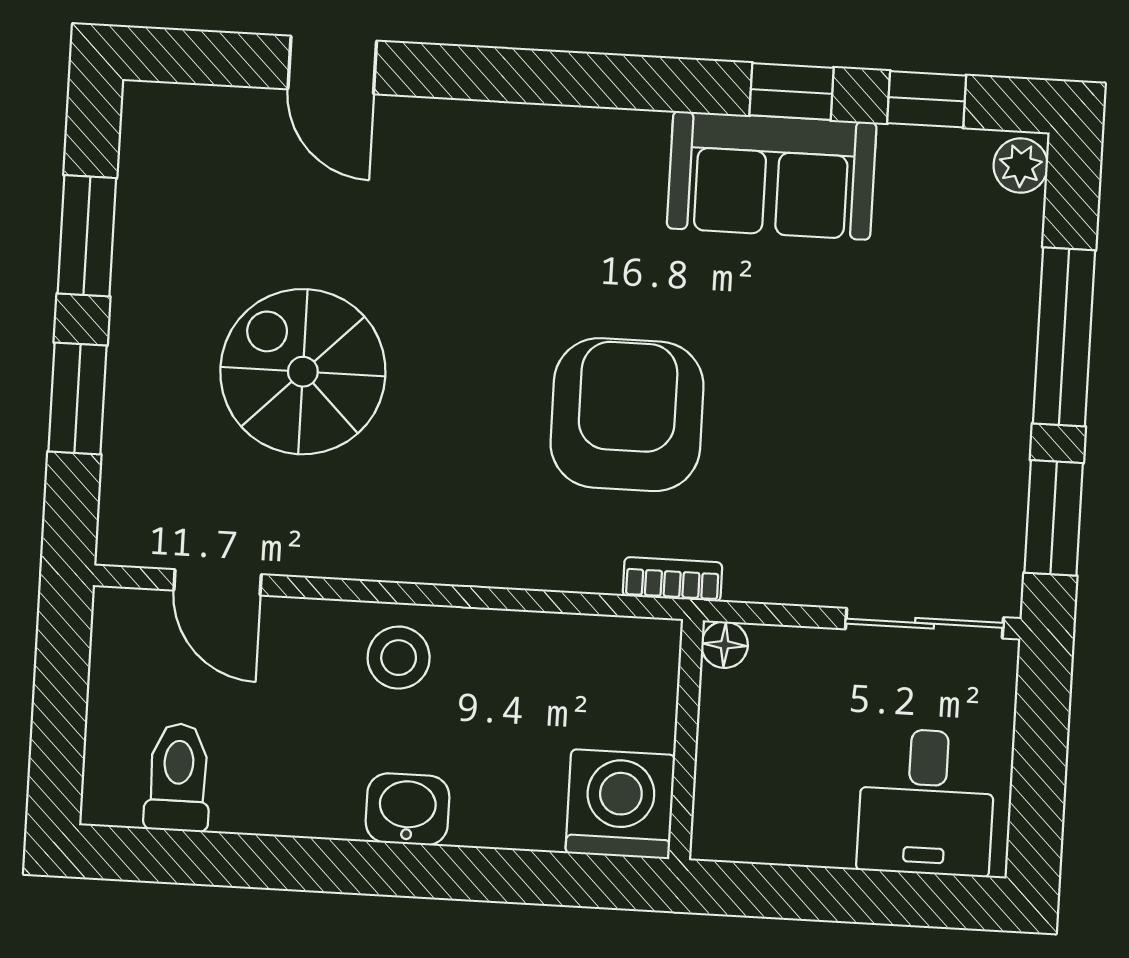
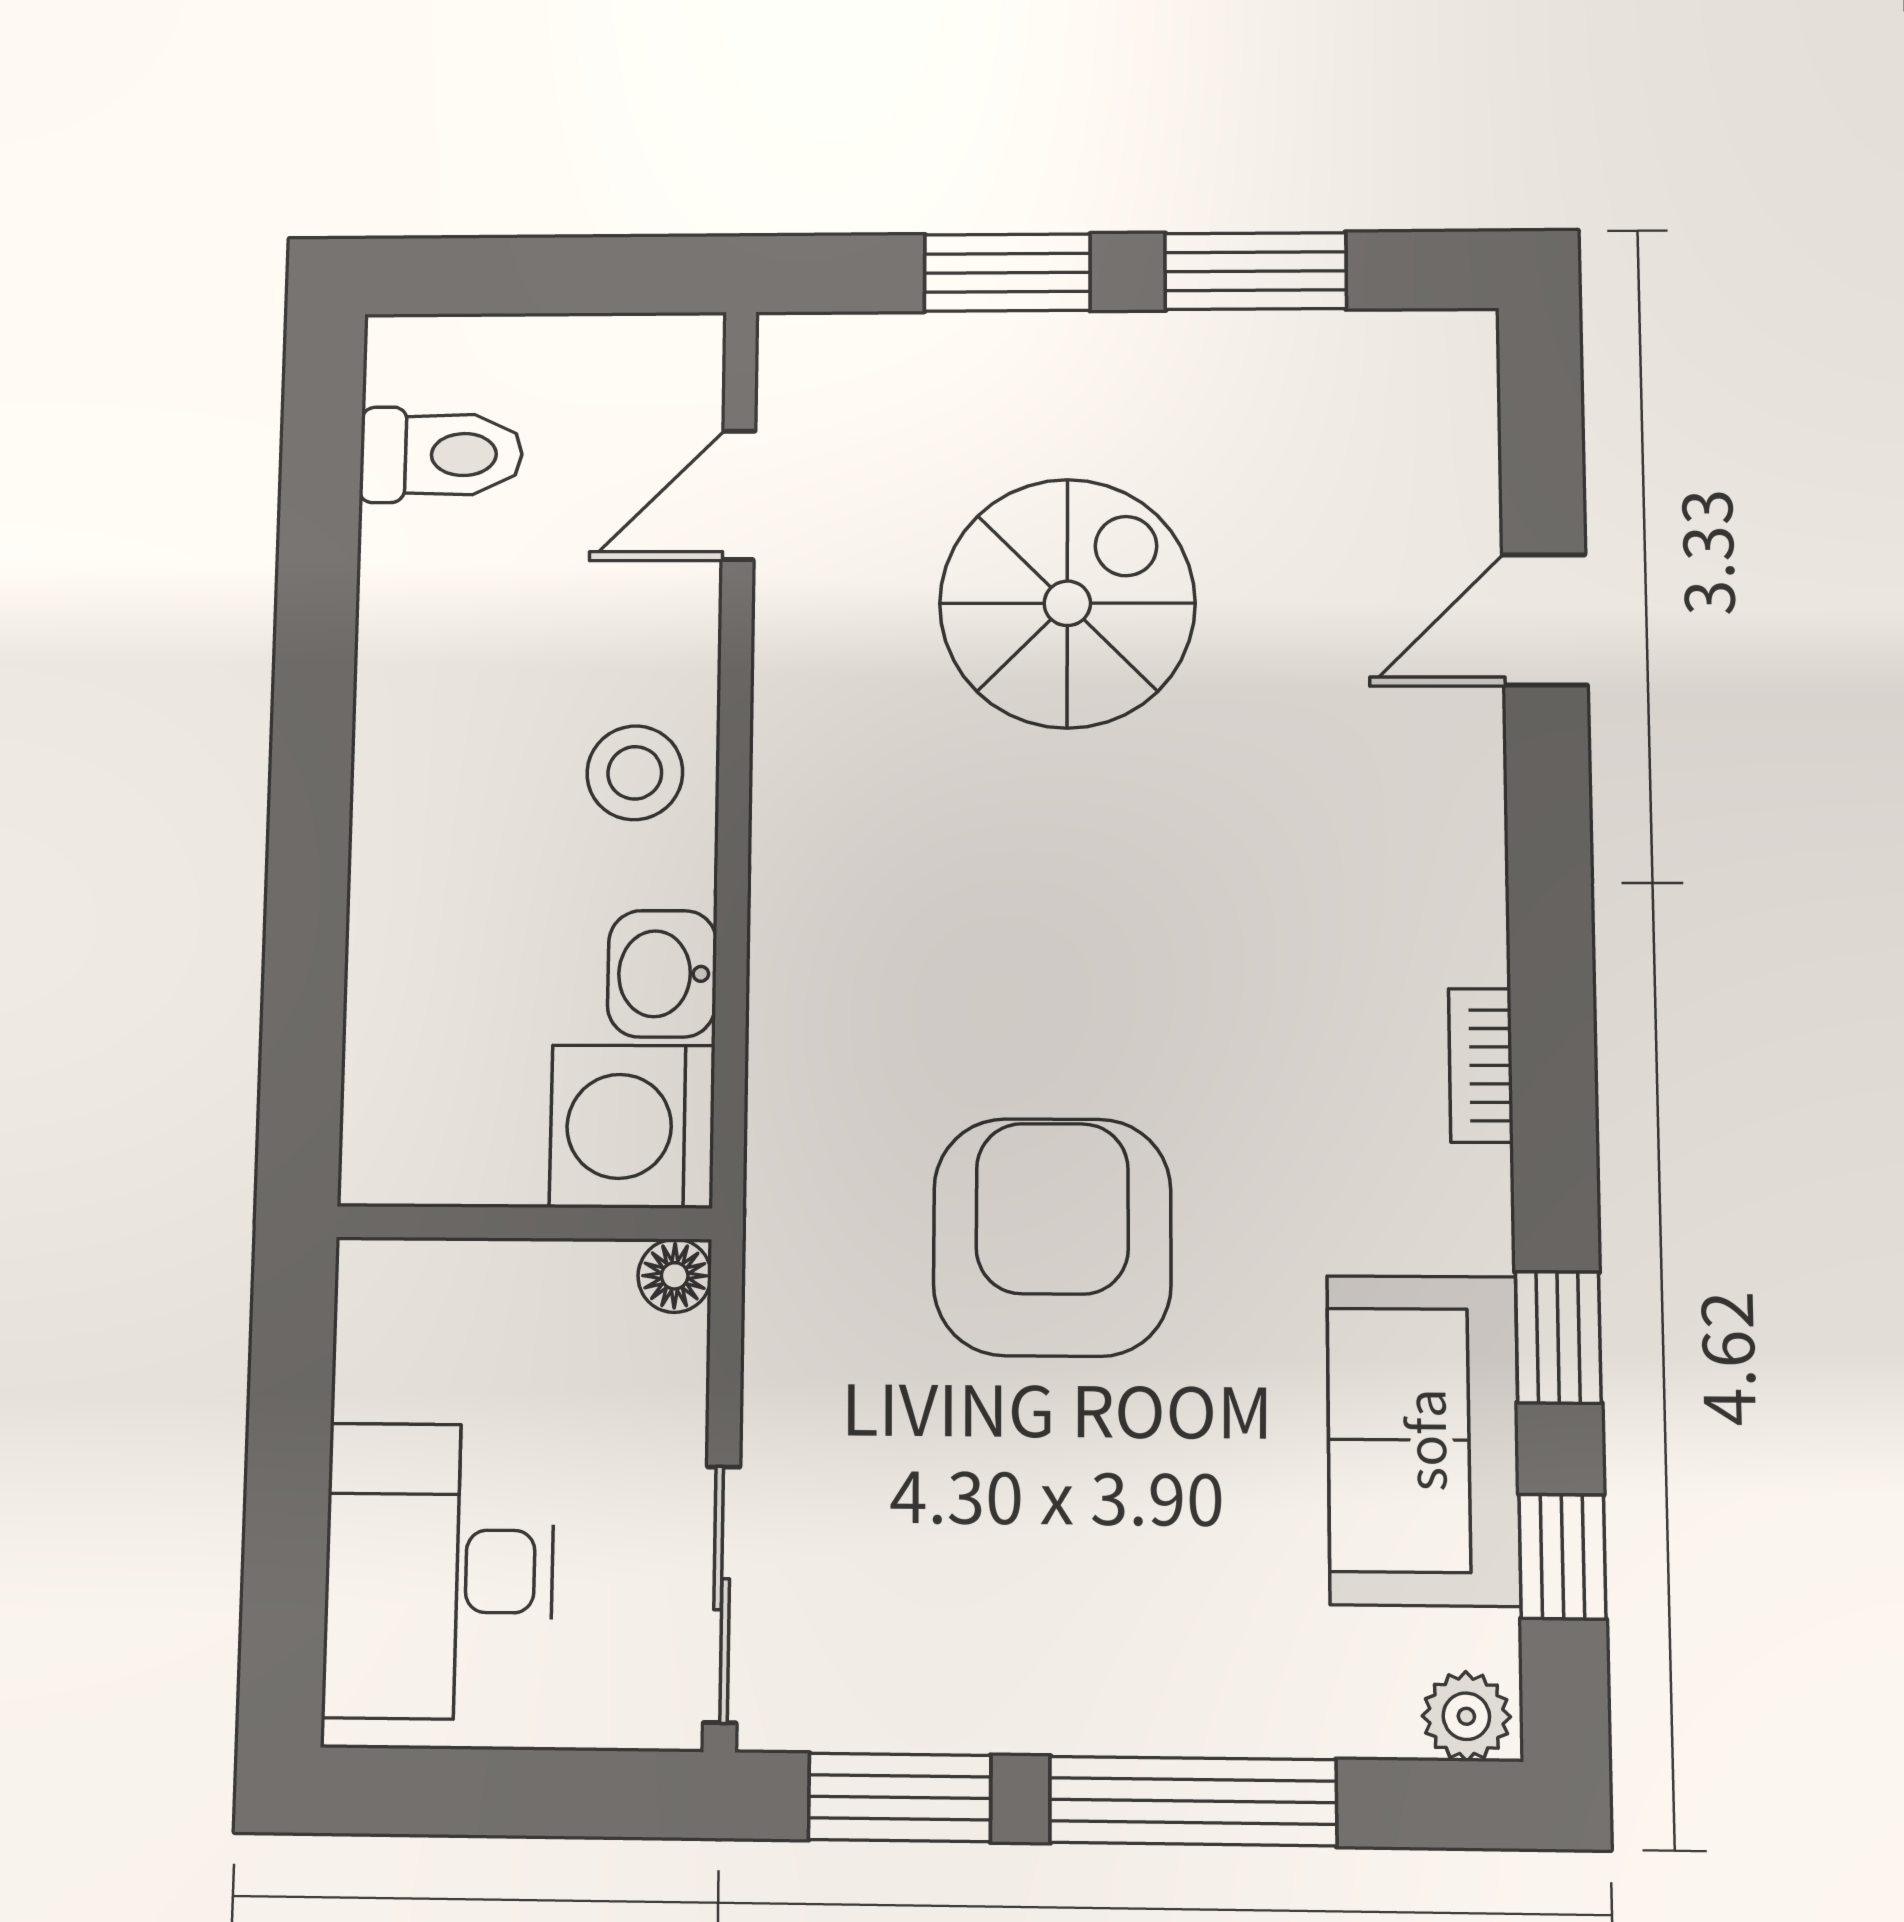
sofa: (772, 175) -> (1423, 1440), moved
armchair: (627, 415) -> (1052, 1237), moved, turned -90
bookcase: (672, 579) -> (1481, 1065), moved, turned 180
desk: (926, 802) -> (439, 1571), width x1.37
washing machine: (620, 804) -> (632, 1126), moved, turned 180
washbasin: (408, 809) -> (662, 974), moved, turned 180

